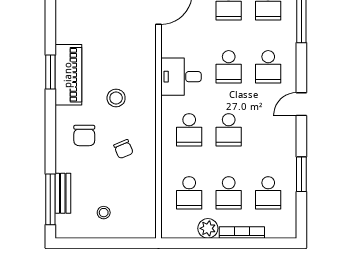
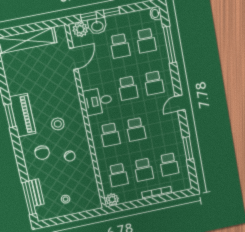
plant: (208, 228) -> (112, 200), moved

